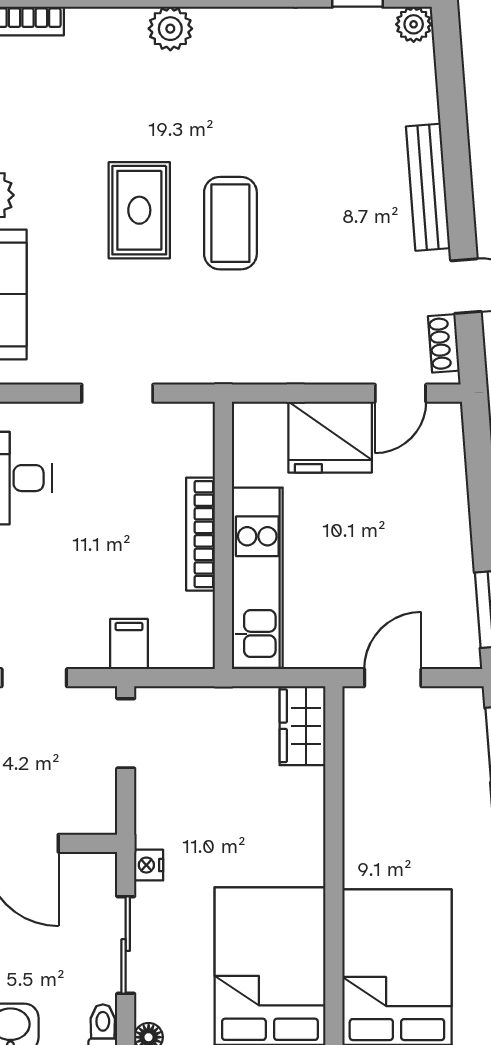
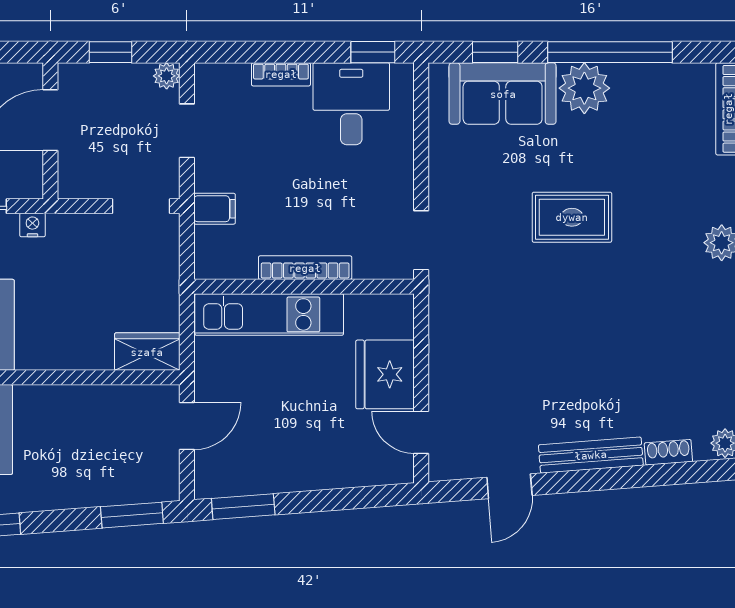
coffee table: (230, 223) -> (561, 292), removed
shoe rack: (444, 343) -> (668, 452), moved
doorway: (117, 393) -> (421, 240), moved
door: (393, 678) -> (187, 426), hinge flipped

